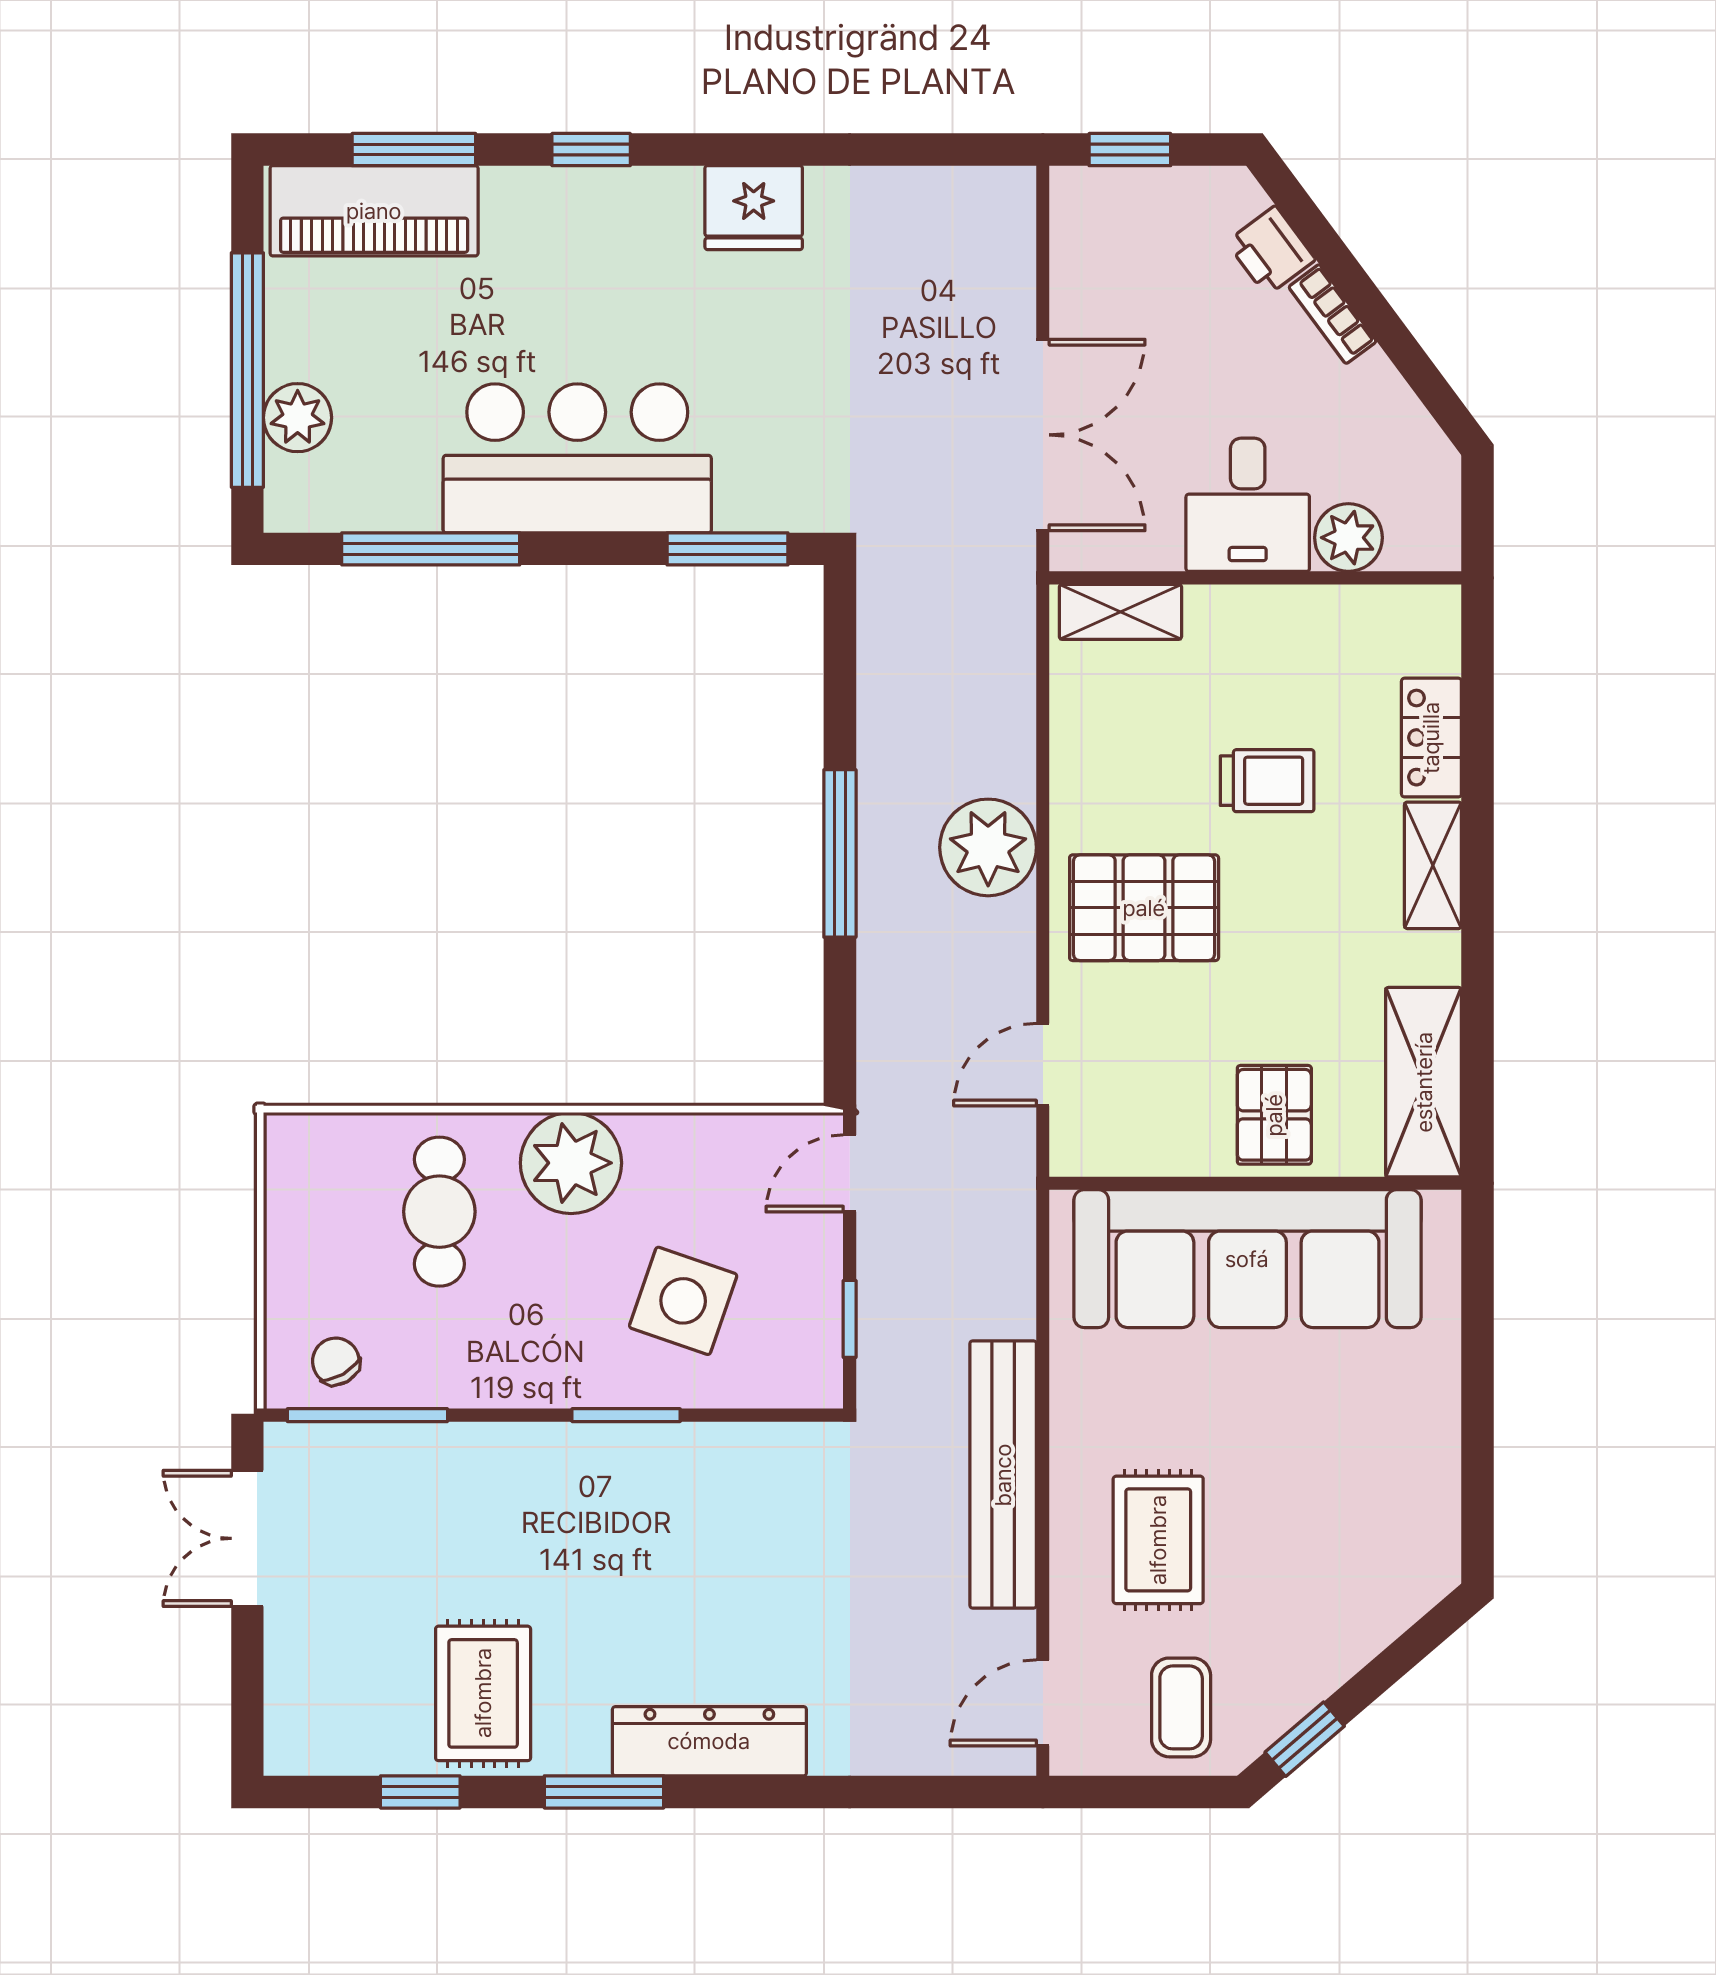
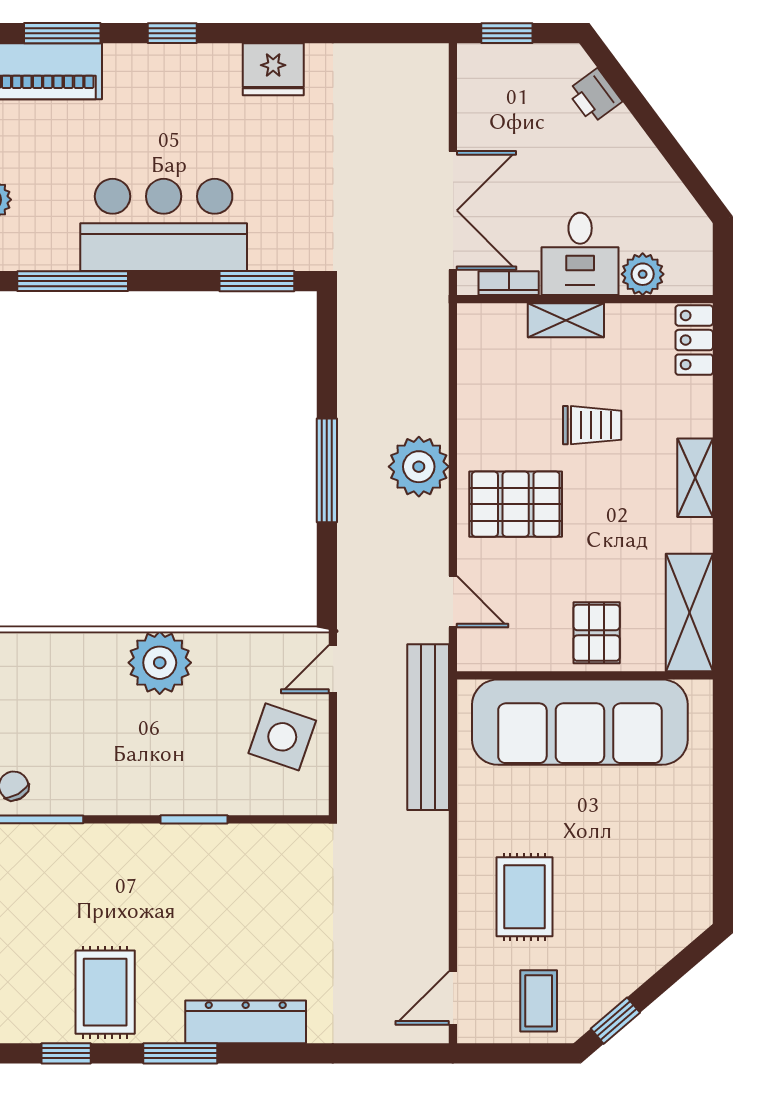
bookcase: (1333, 314) -> (509, 283), moved, turned 127
shelving: (1120, 612) -> (566, 320), moved
locker: (1431, 738) -> (694, 340), moved
door: (1043, 1065) -> (453, 602), swing flipped
cafe table: (439, 1212) -> (78, 693), removed
side table: (683, 1301) -> (282, 737), moved
window: (850, 1319) -> (333, 760), removed
bench: (1003, 1475) -> (428, 727), moved

